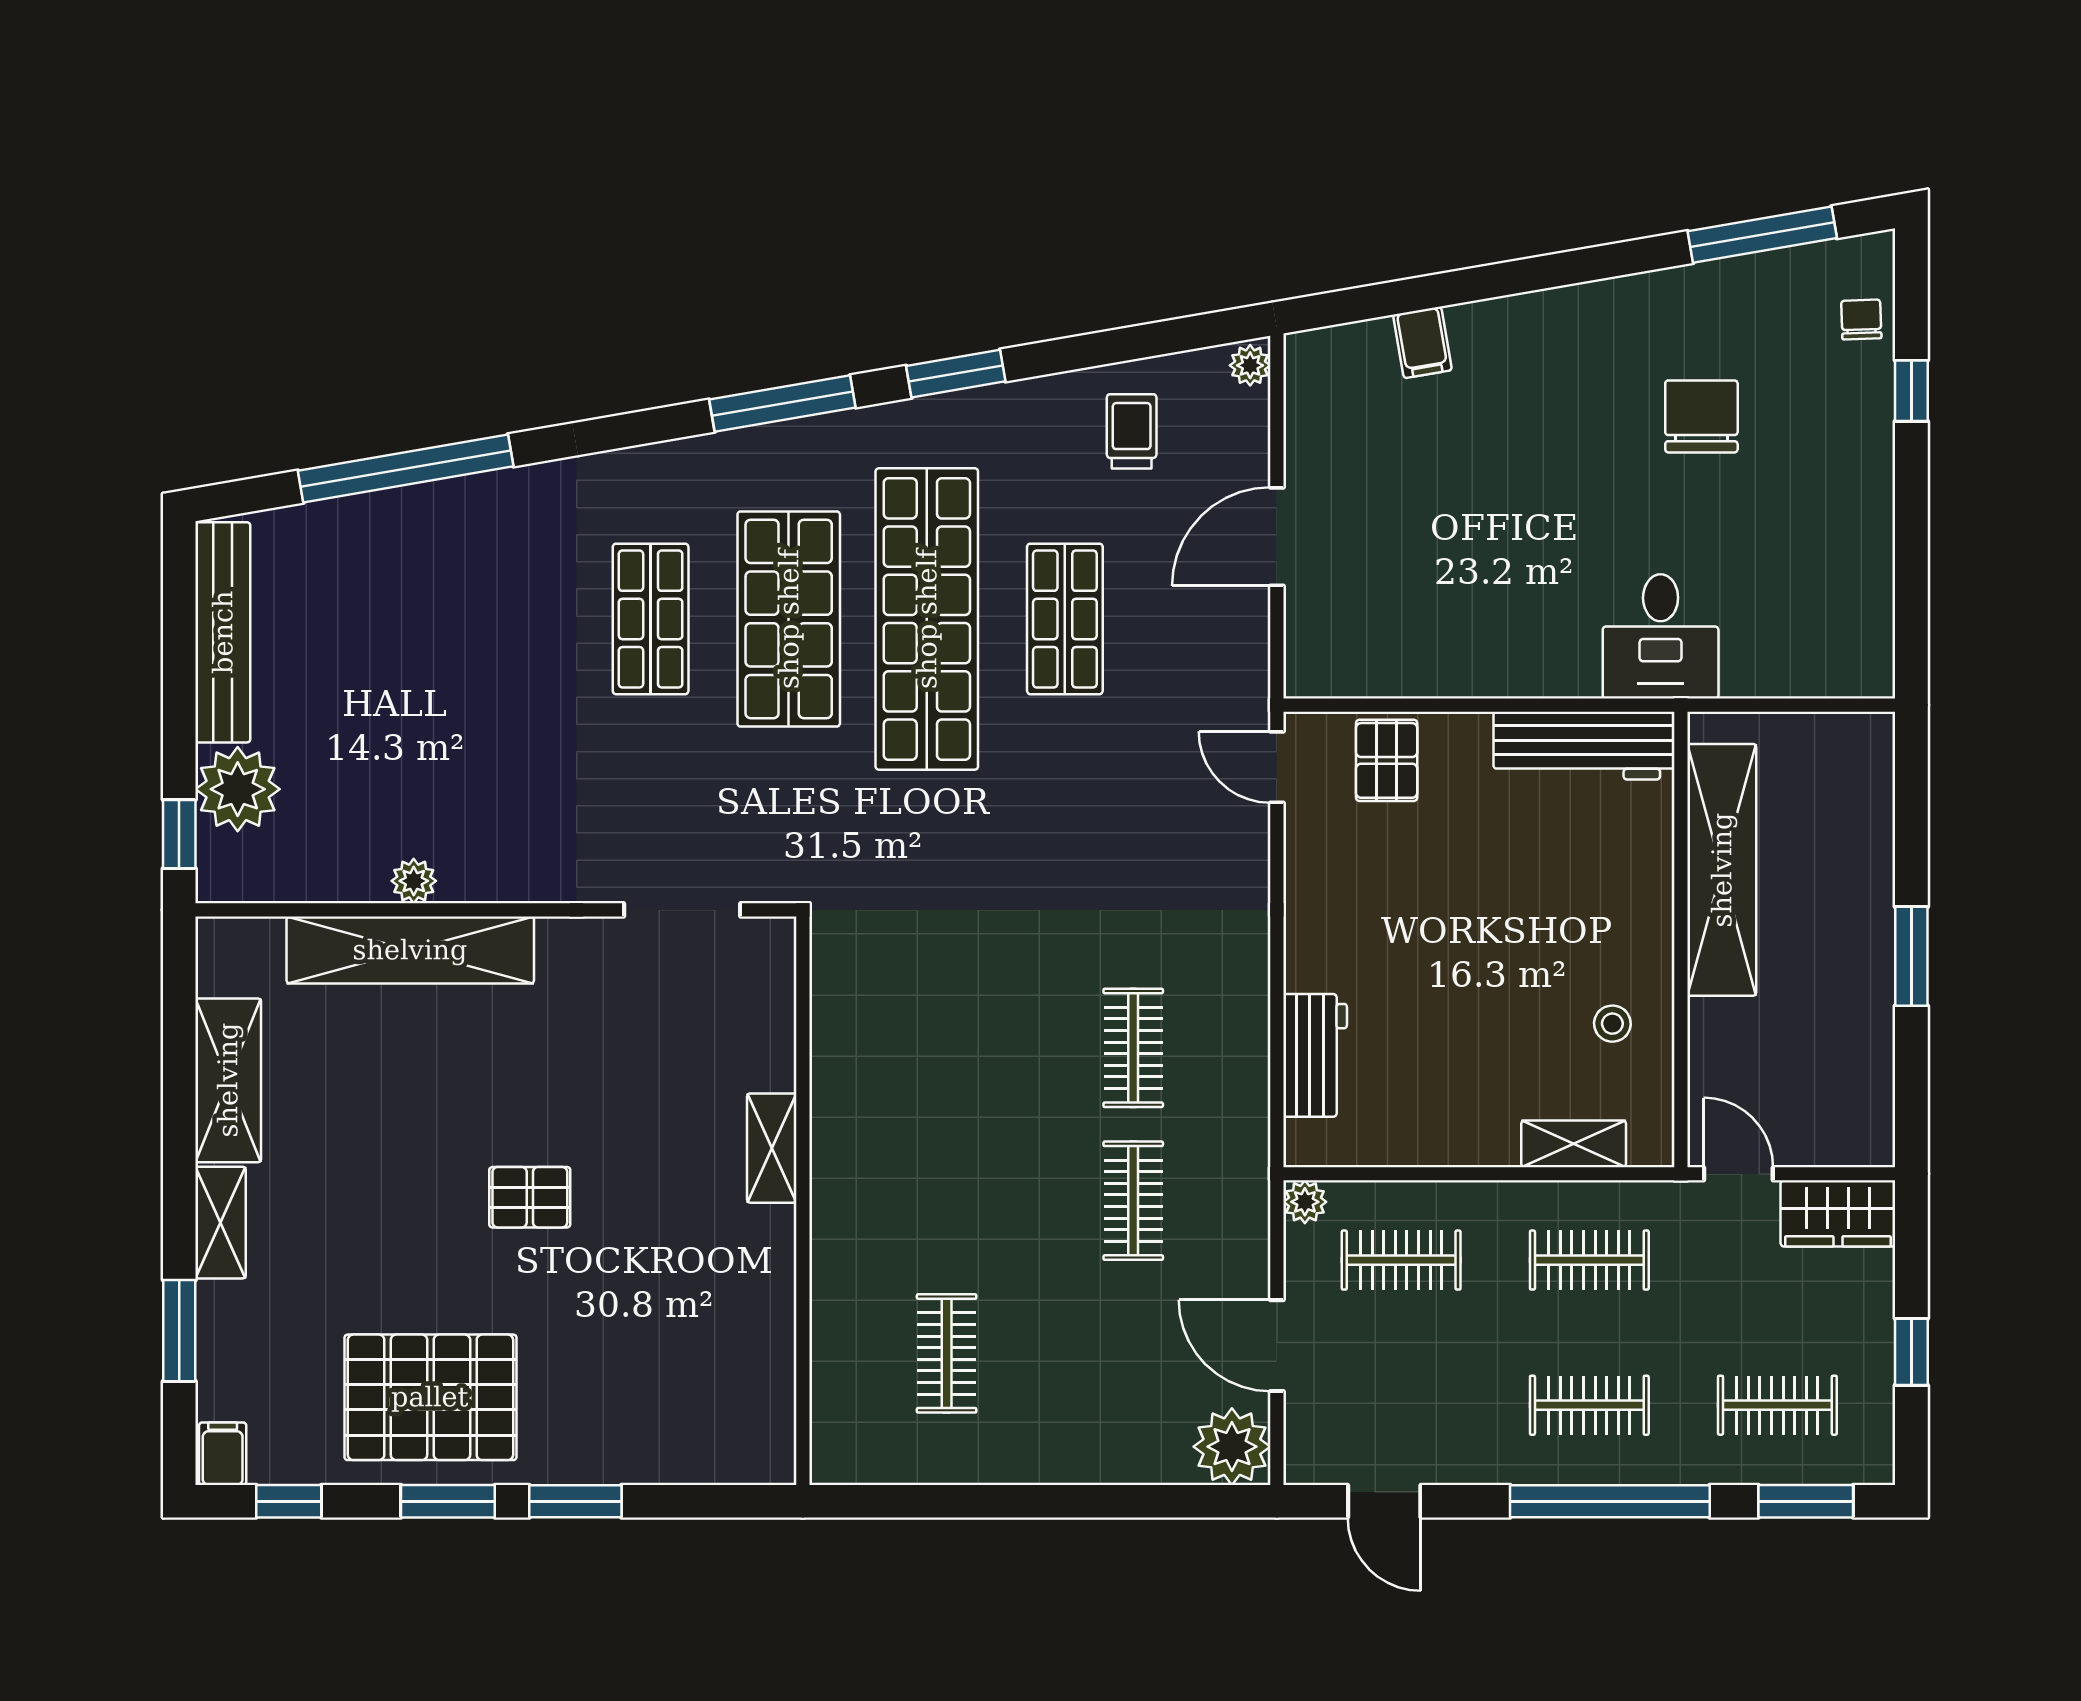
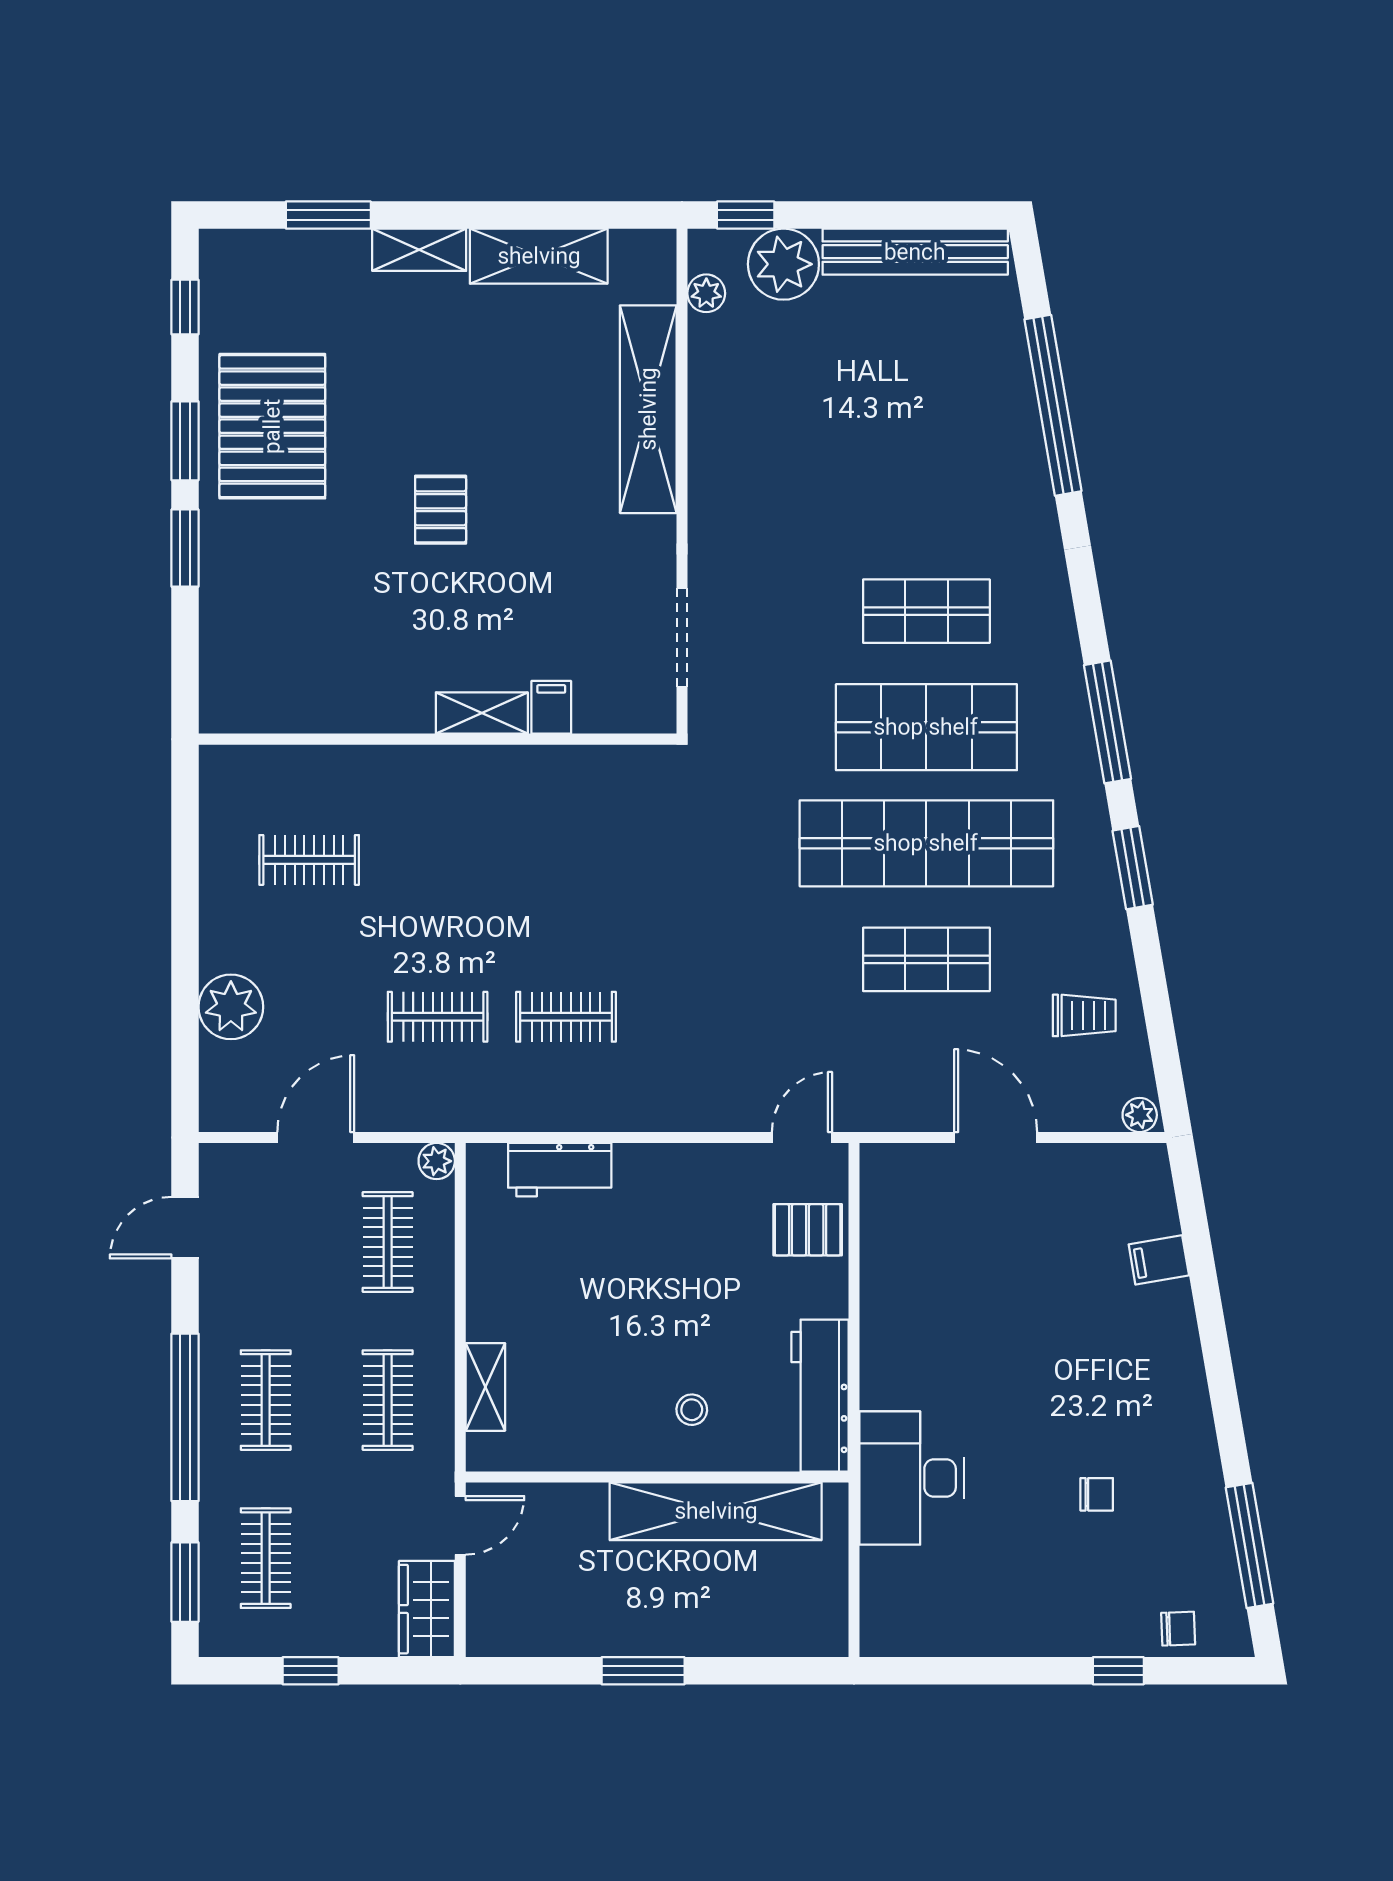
chair: (1701, 416) -> (1097, 1494), width x0.54, depth x0.54
desk: (1661, 636) -> (912, 1478), width x1.37
plant: (414, 881) -> (706, 293), moved
stool: (1612, 1024) -> (692, 1410), moved
plant: (1232, 1447) -> (231, 1007), moved
filing cabinet: (223, 1454) -> (551, 707), moved, turned -90

